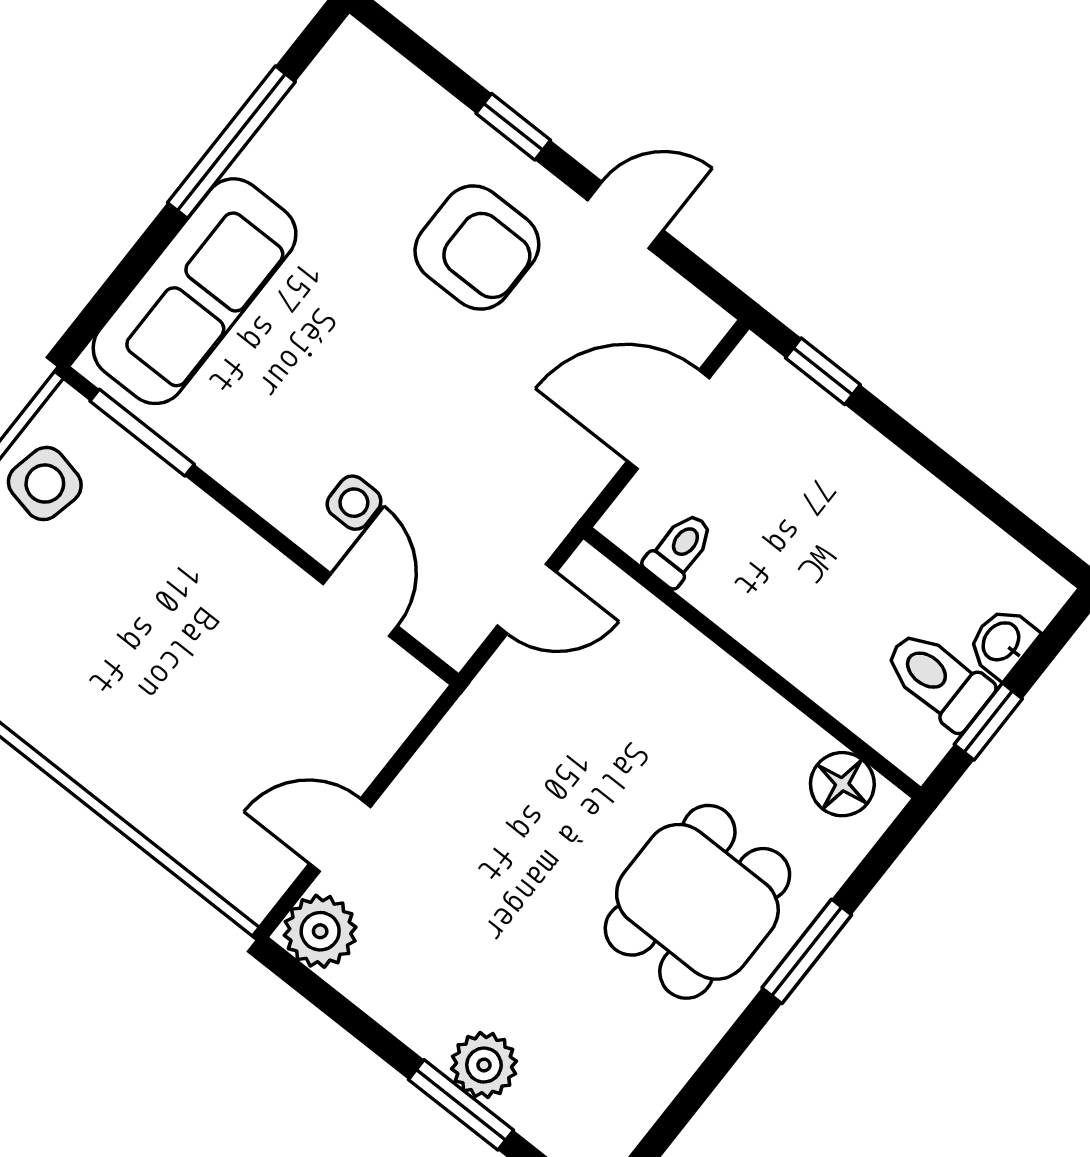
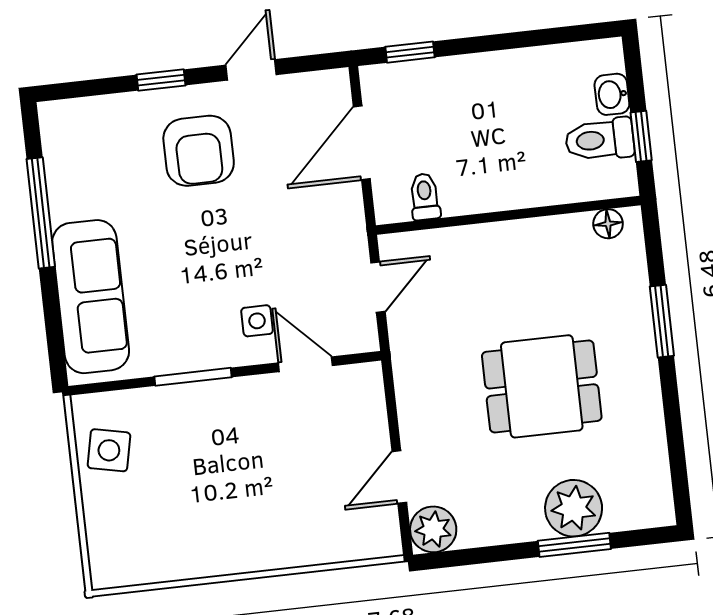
armchair: (477, 247) -> (199, 151), turned 90
window: (142, 433) -> (193, 377), moved
floor lamp: (842, 784) -> (608, 224), width x0.73, depth x0.73
dining table: (697, 902) -> (542, 386), moved, turned 90
plant: (484, 1065) -> (574, 508), width x1.36, depth x1.36

